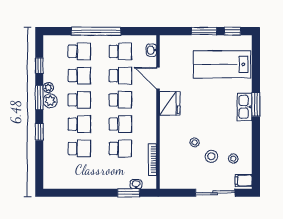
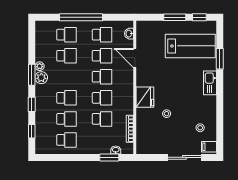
lab bench: (222, 64) -> (190, 46), turned 180
window: (39, 66) -> (32, 131), moved
school desk: (79, 100) -> (67, 140), moved
fridge: (170, 103) -> (145, 97), moved
window: (256, 104) -> (220, 59), moved
stool: (211, 156) -> (181, 126), removed

